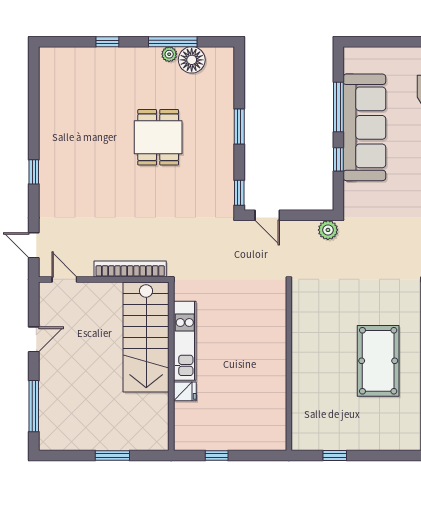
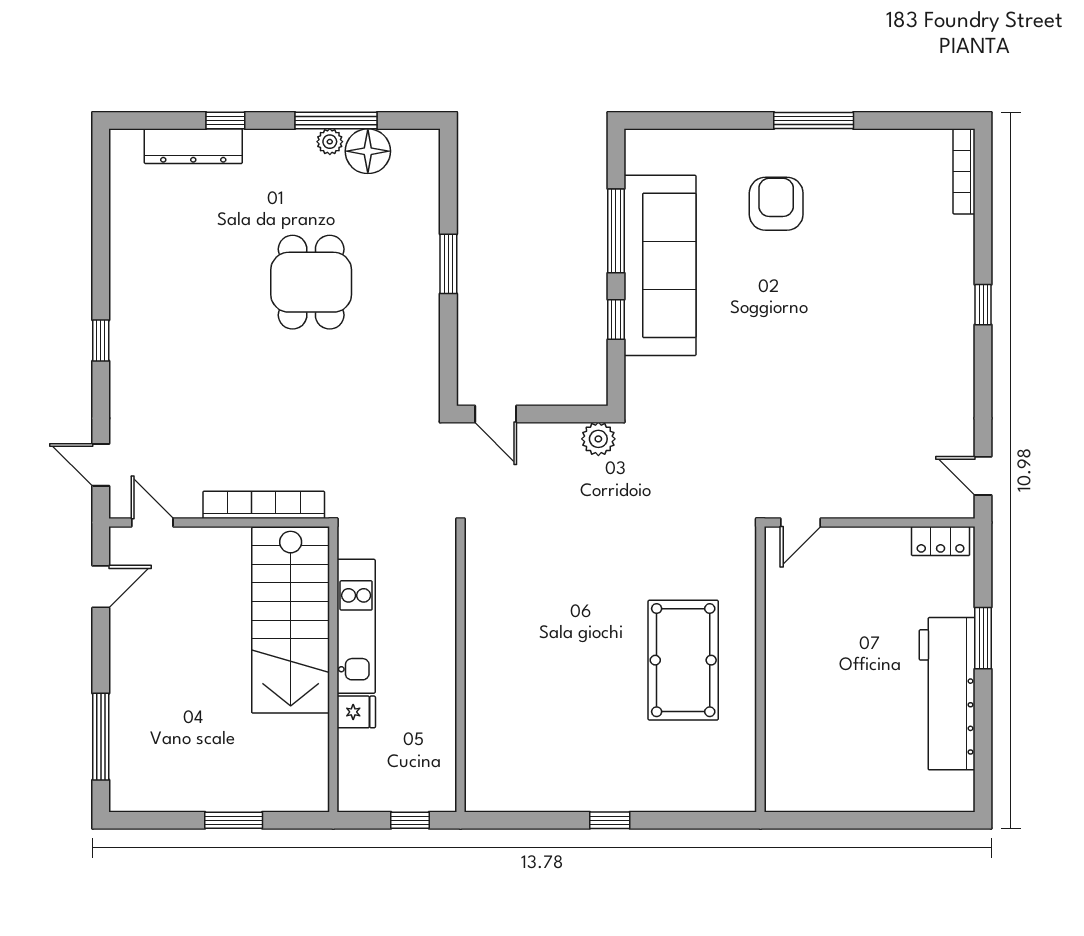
dresser: (88, 57) -> (193, 146), added
window: (239, 193) -> (448, 376), removed
door: (34, 339) -> (101, 587), moved
wall: (289, 366) -> (460, 669), moved

